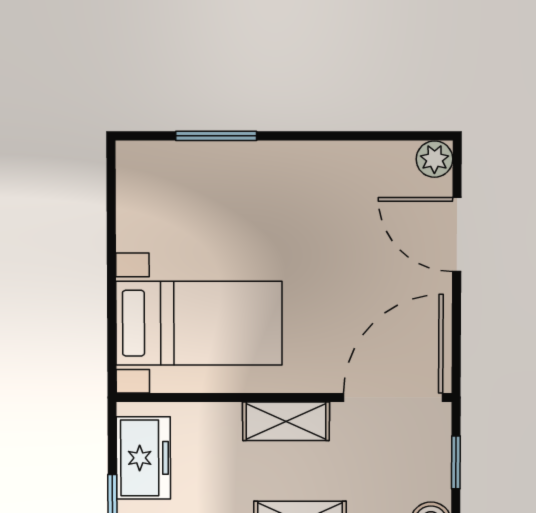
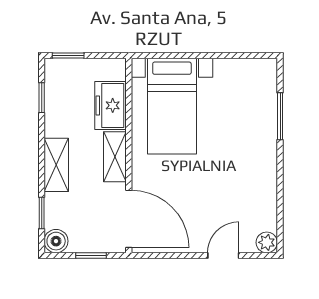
door: (457, 234) -> (223, 256), width x0.73
freezer: (143, 458) -> (111, 105), moved, turned 90

